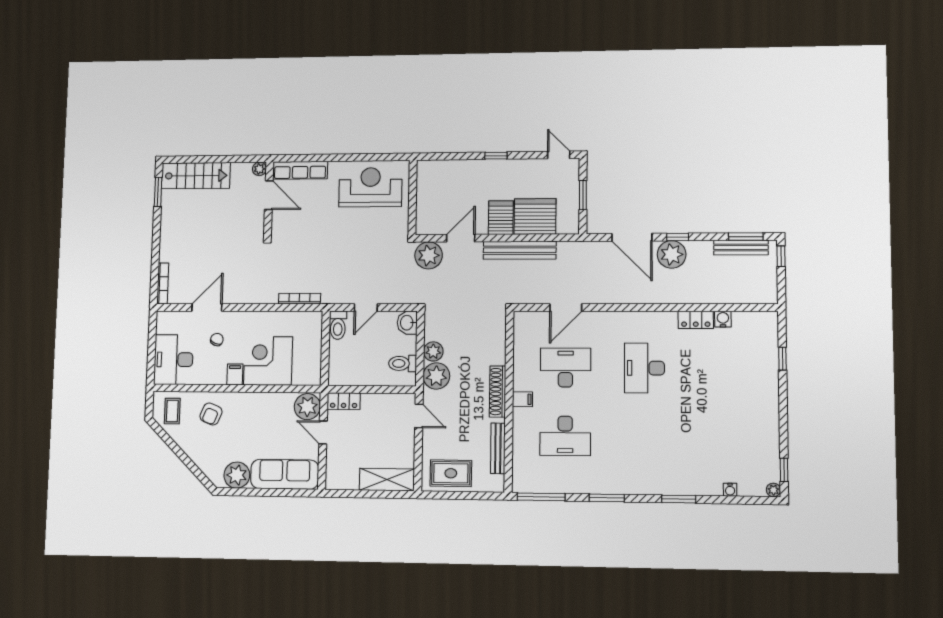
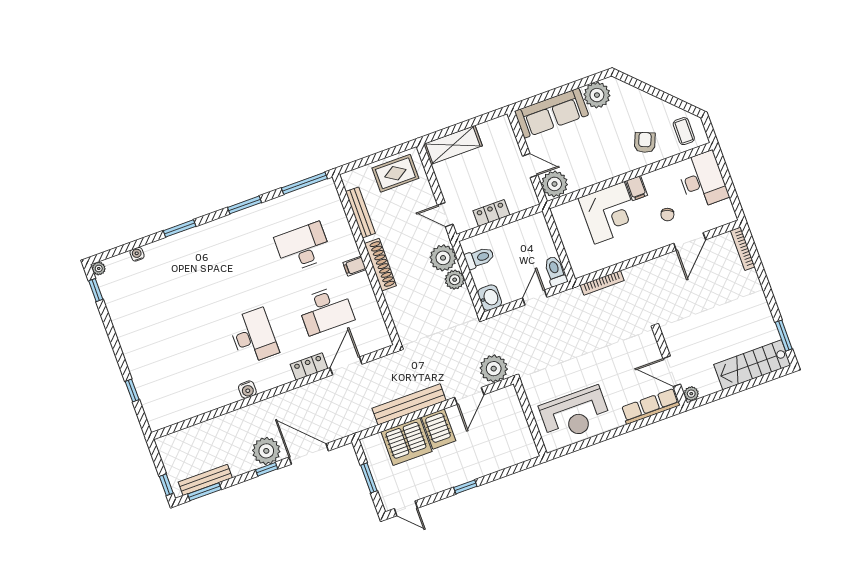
water cooler: (723, 319) -> (247, 390), moved
locker: (696, 320) -> (309, 366), moved
locker: (344, 401) -> (491, 213), moved

